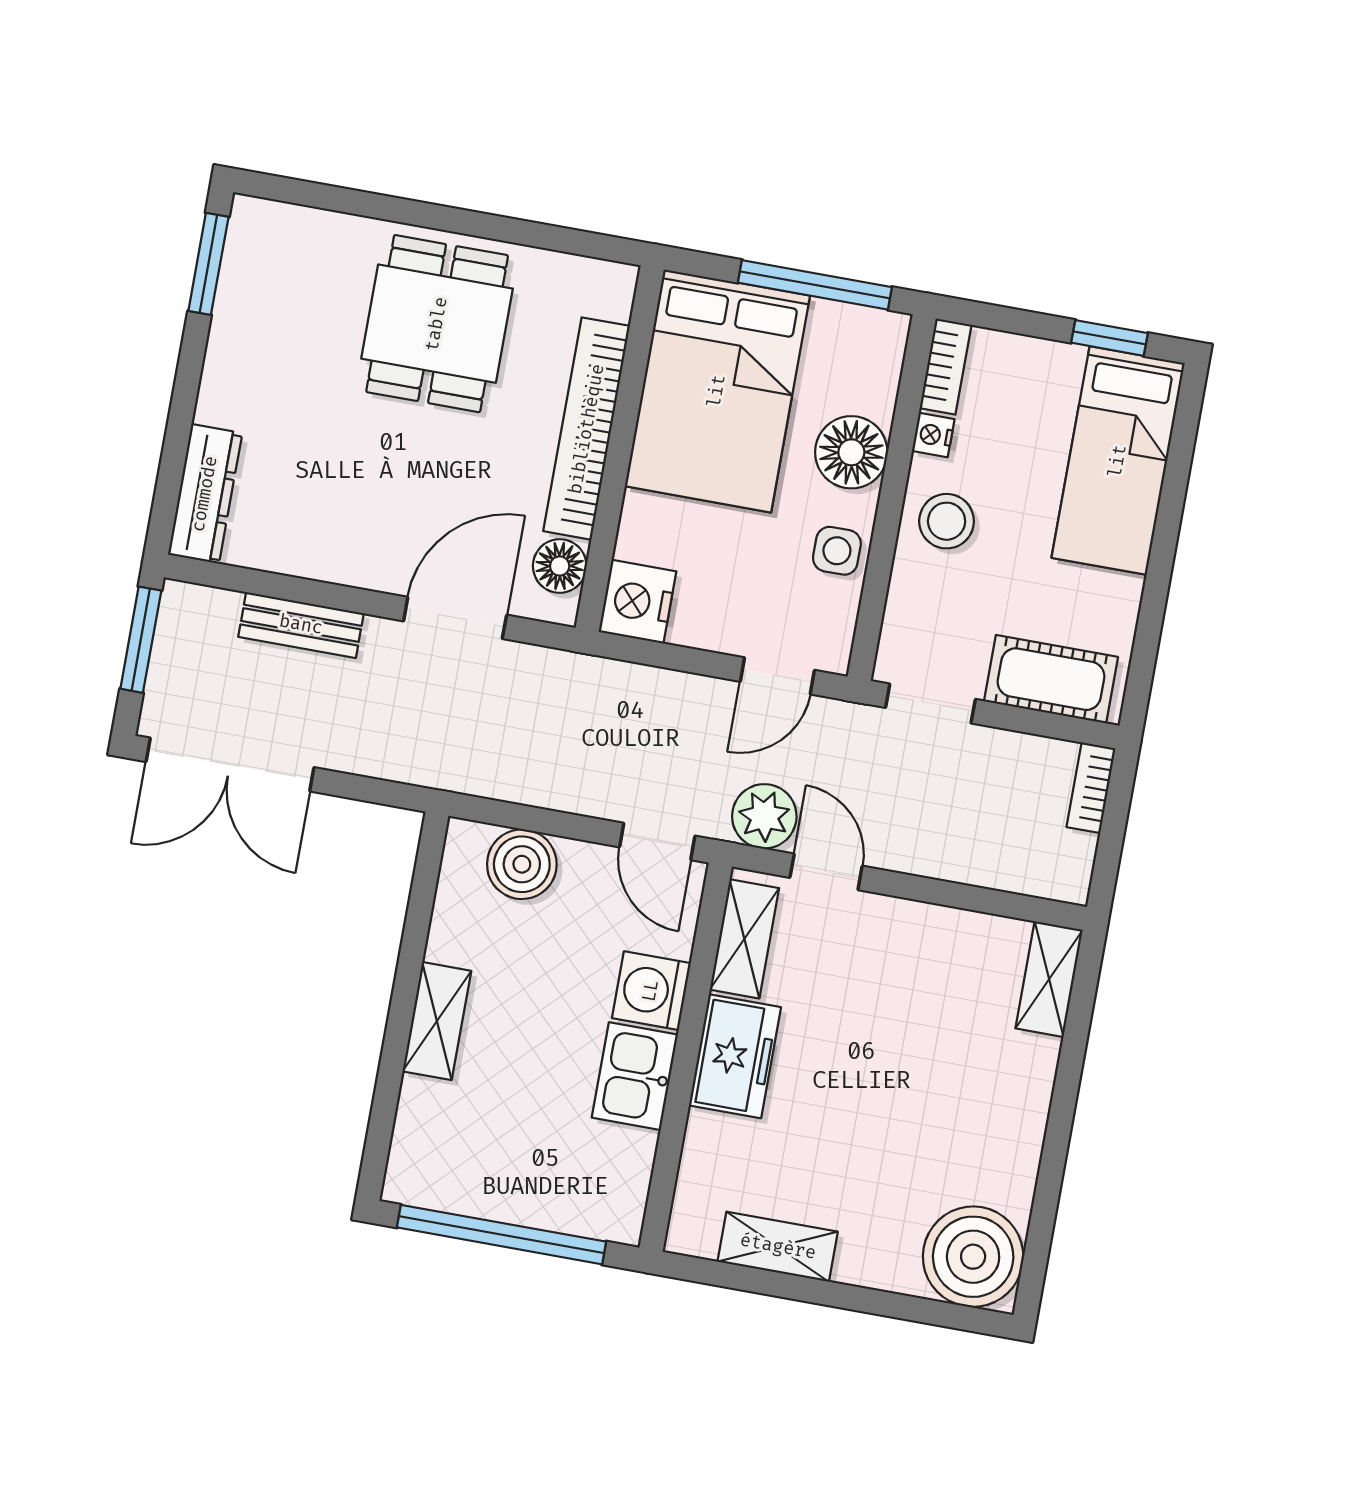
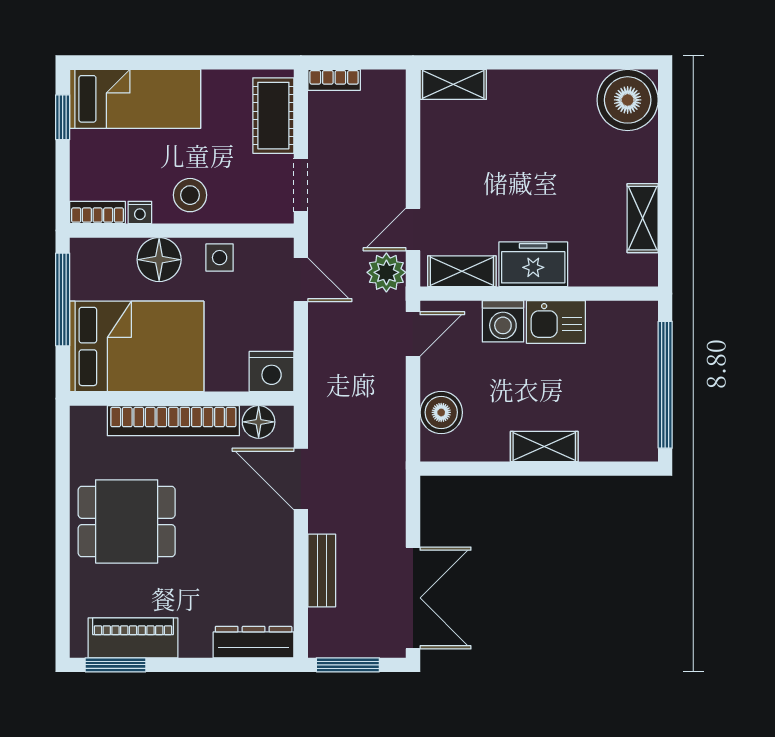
piano: (247, 300) -> (133, 638), added

